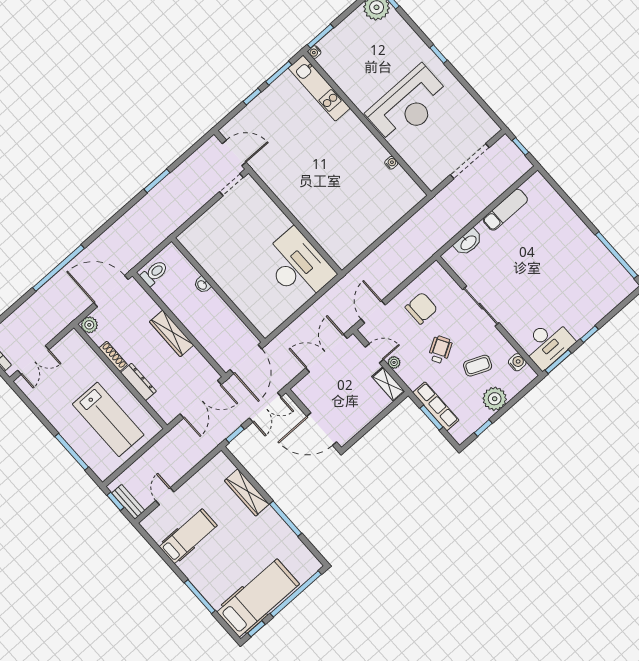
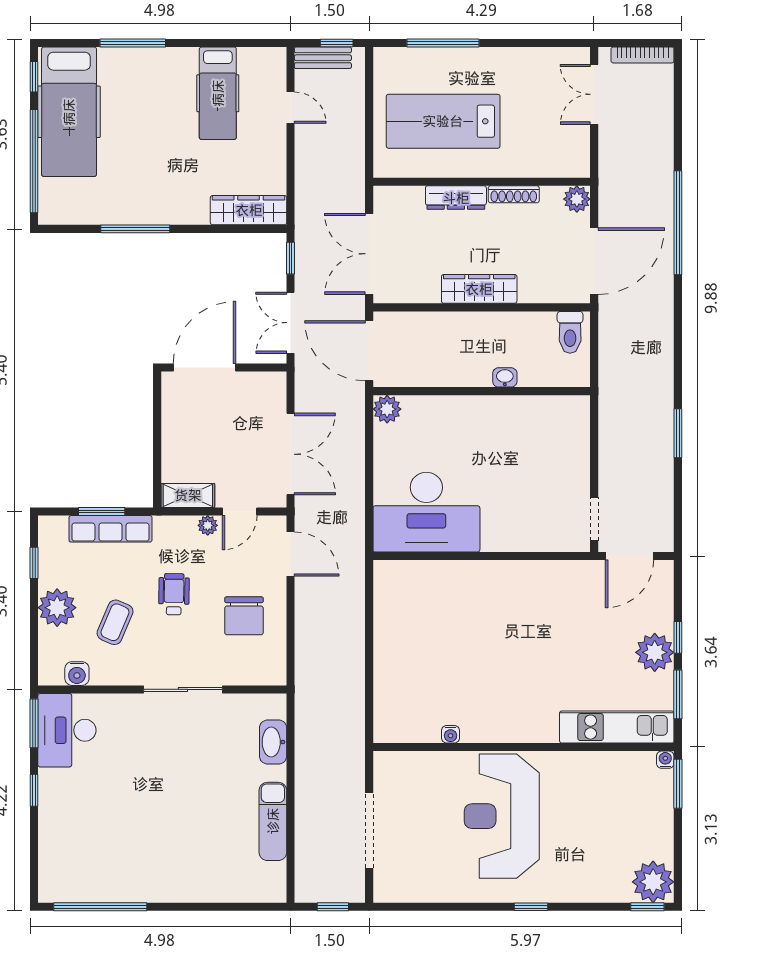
plant: (269, 101) -> (655, 652), added
plant: (266, 327) -> (387, 409), added
wheelchair: (440, 350) -> (174, 594), turned -149
wardrobe: (247, 492) -> (249, 210), moved

